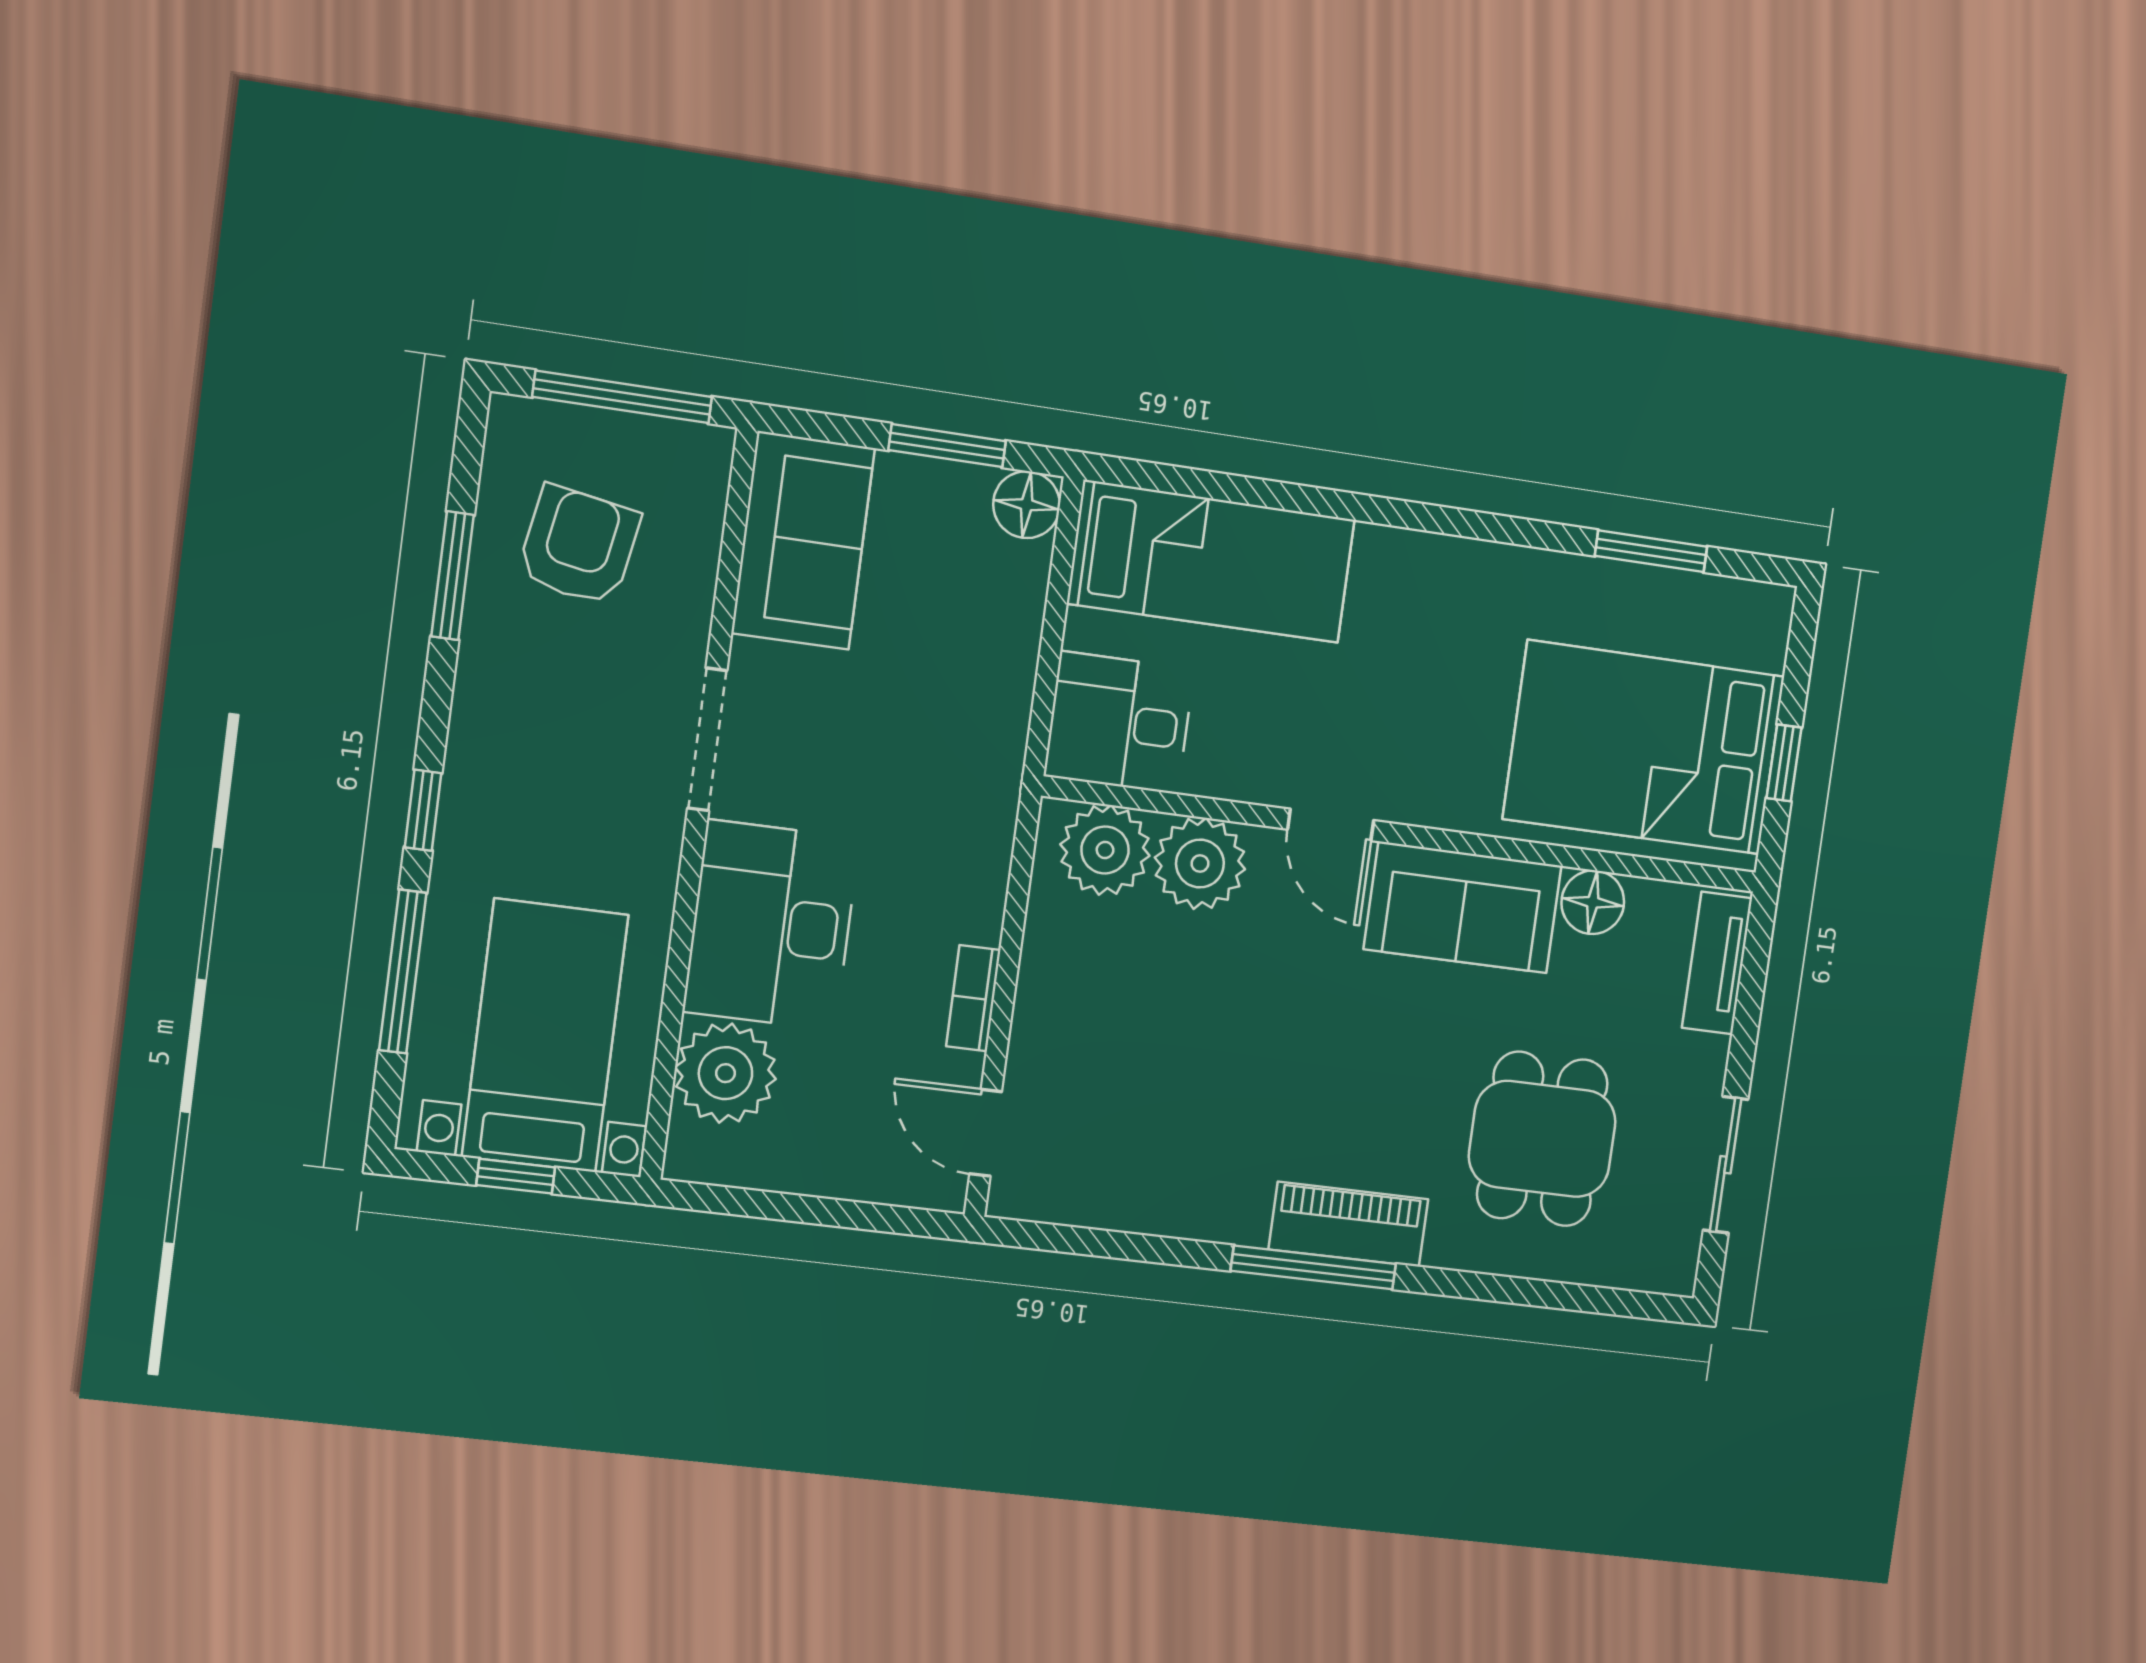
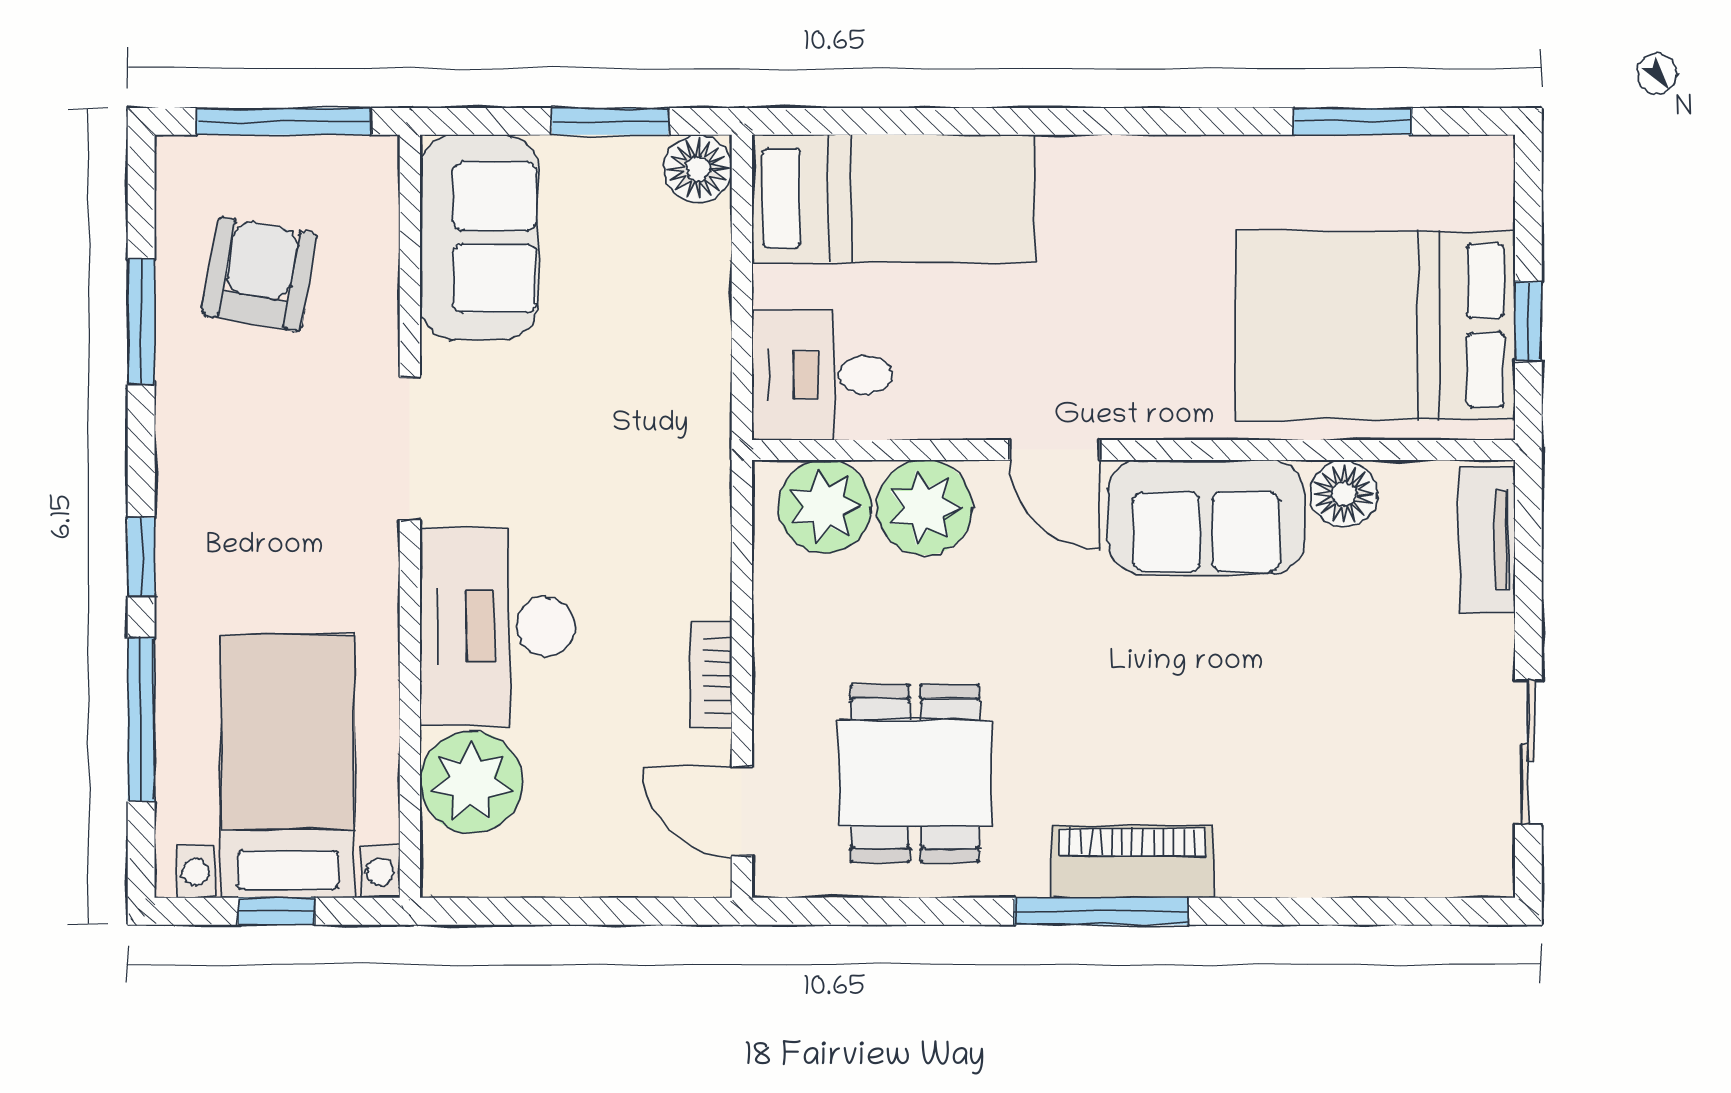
dining table: (1542, 1139) -> (915, 773), moved

